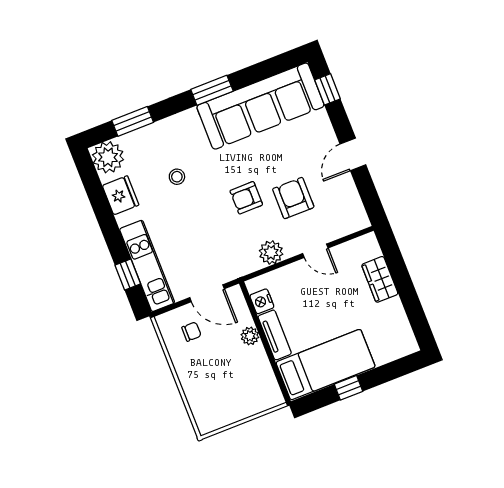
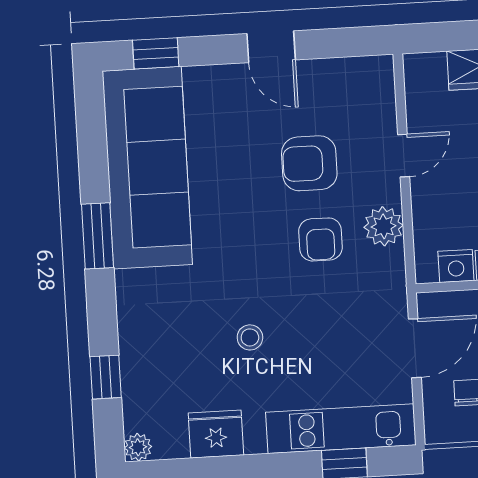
window: (133, 121) -> (106, 377), width x0.67
plant: (108, 157) -> (138, 447), width x0.53, depth x0.53
stool: (177, 177) -> (250, 337), moved
armchair: (246, 198) -> (320, 239), moved

